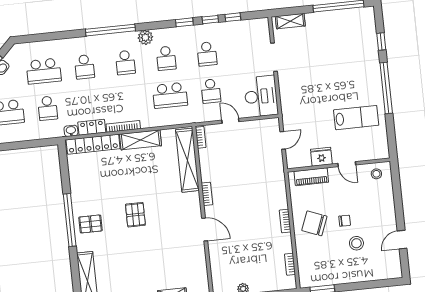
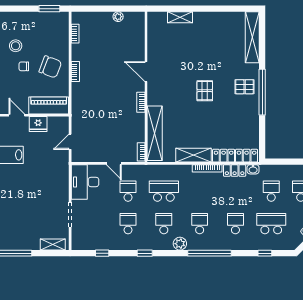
window: (210, 20) -> (265, 253), moved
piano: (311, 177) -> (49, 105), width x1.37, depth x1.33

